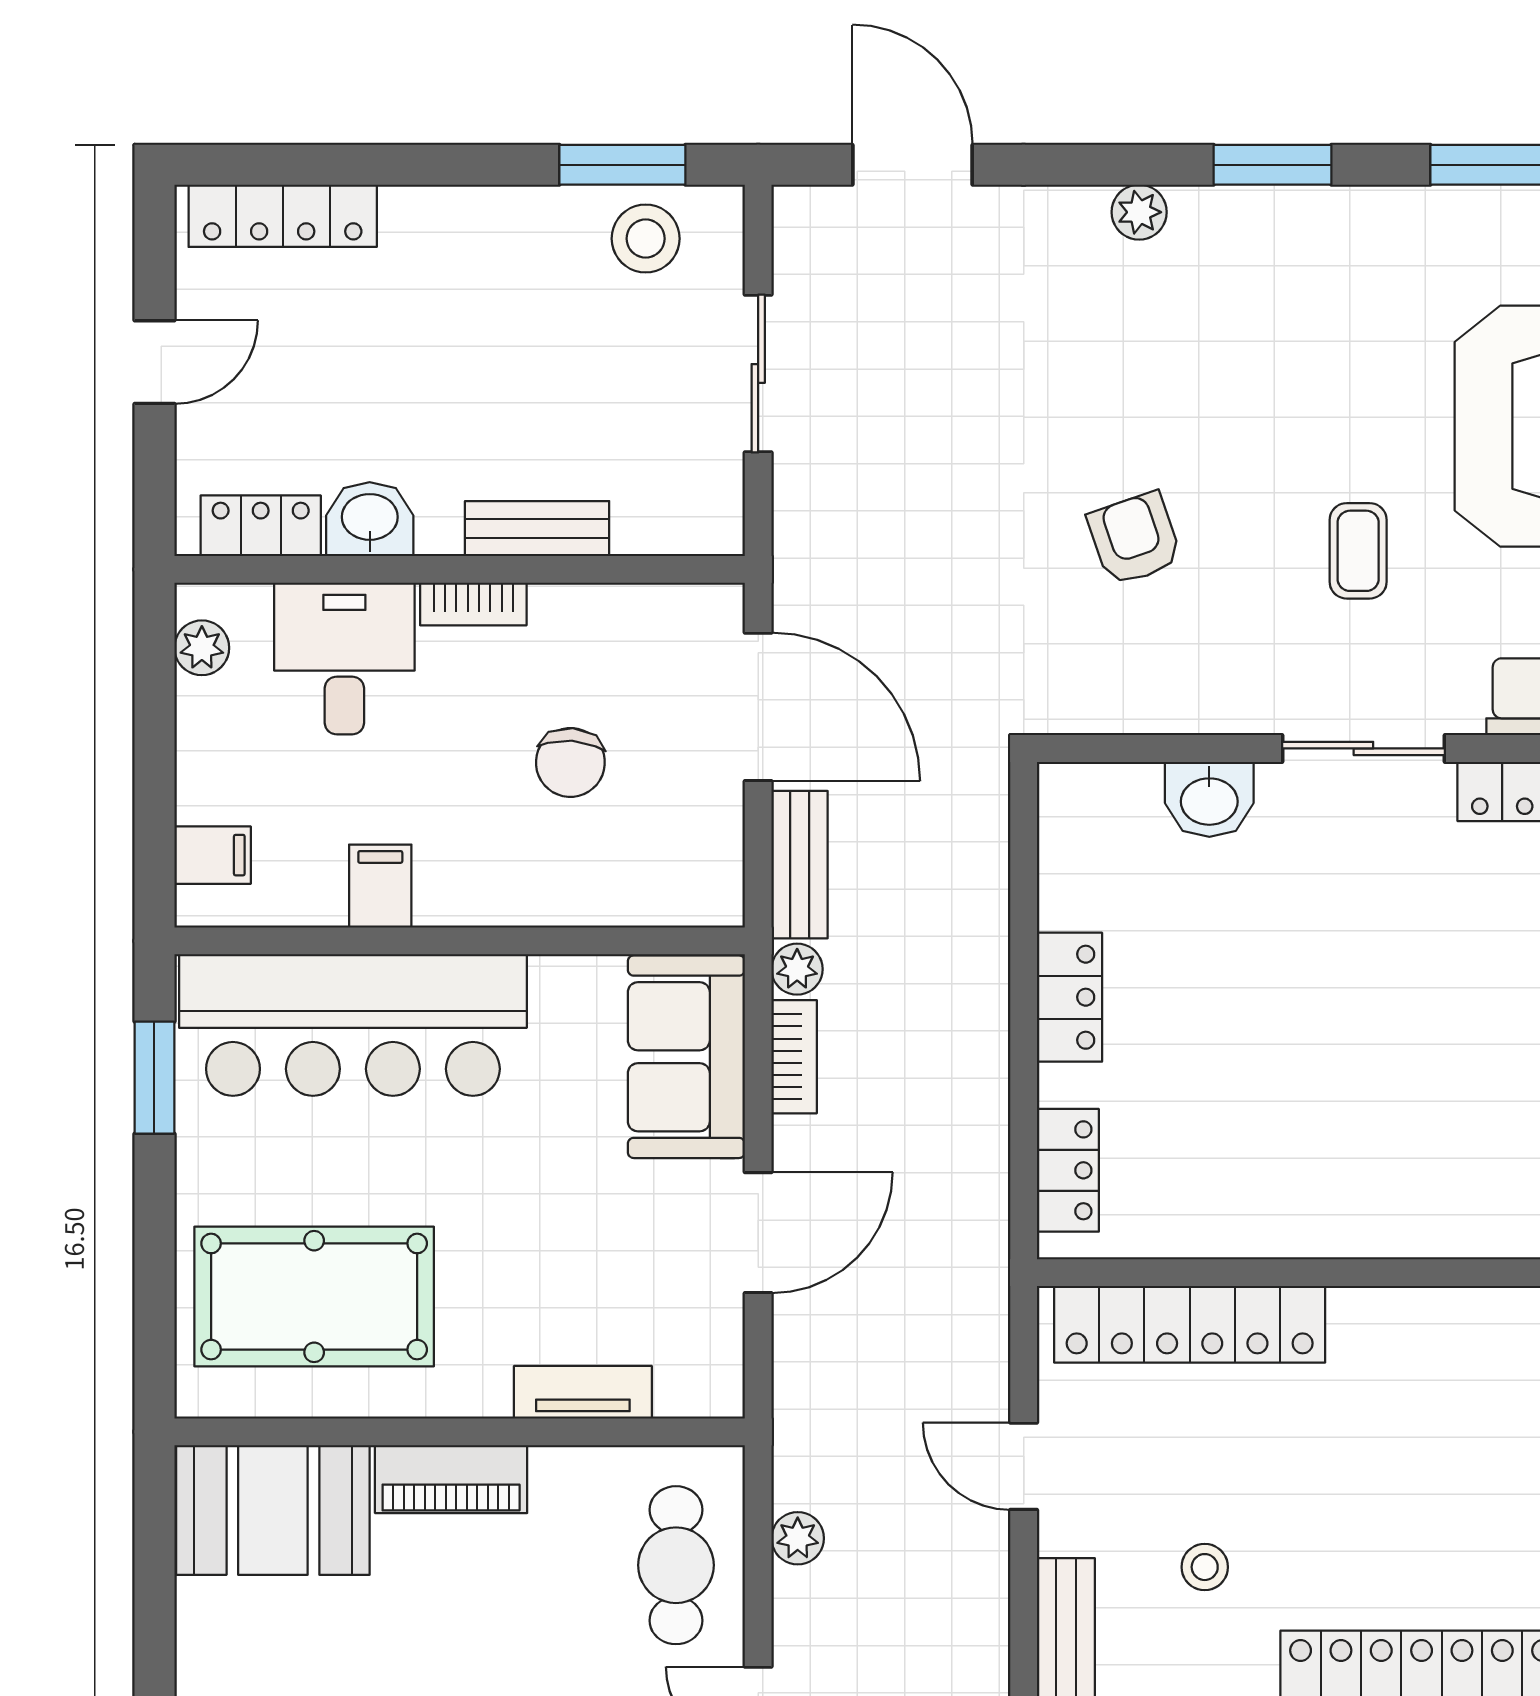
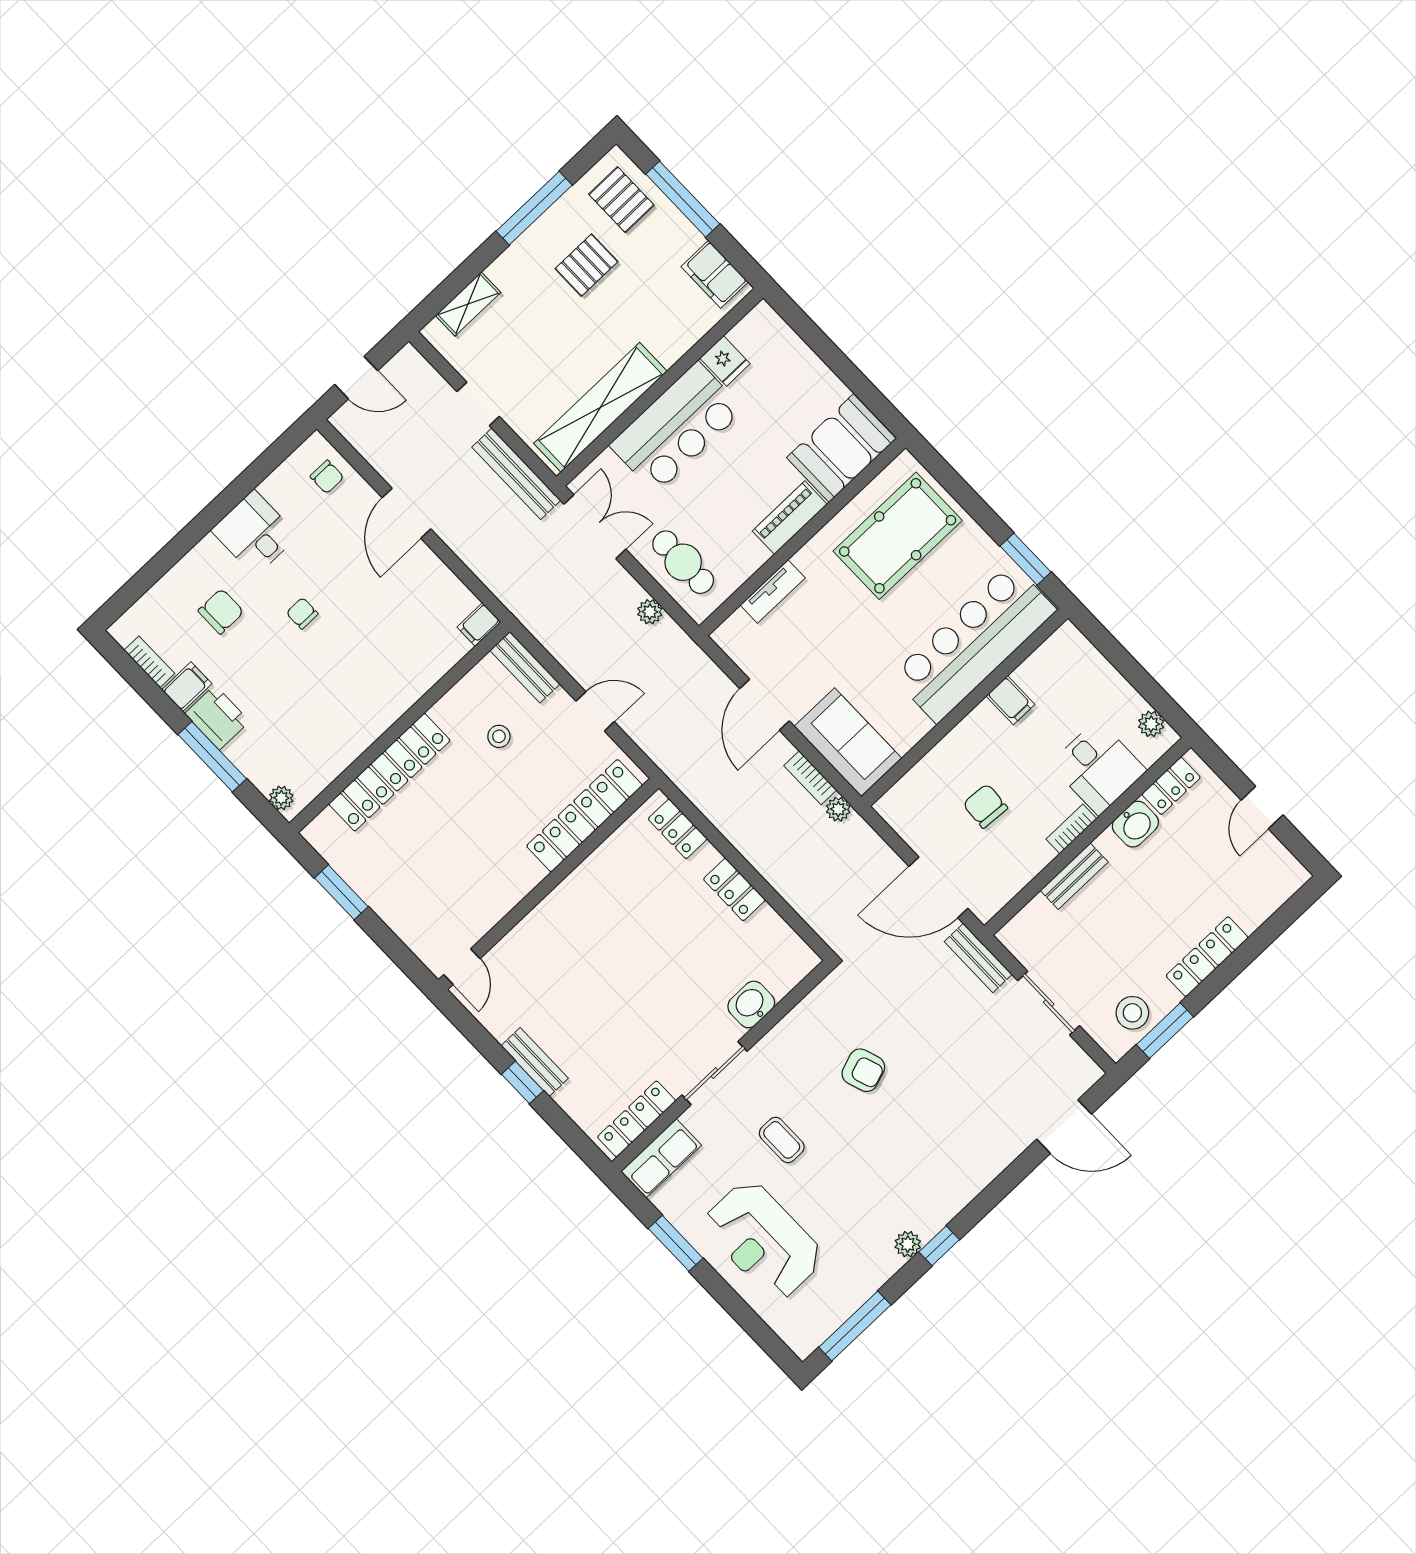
window: (1272, 165) -> (939, 1246), width x0.67
plant: (1139, 212) -> (908, 1244), moved
locker: (283, 216) -> (1207, 957), moved
filing cabinet: (213, 855) -> (1079, 655), removed
bench: (800, 865) -> (978, 958), moved

